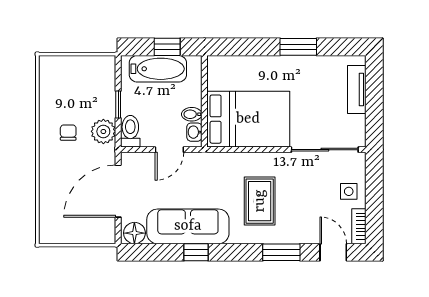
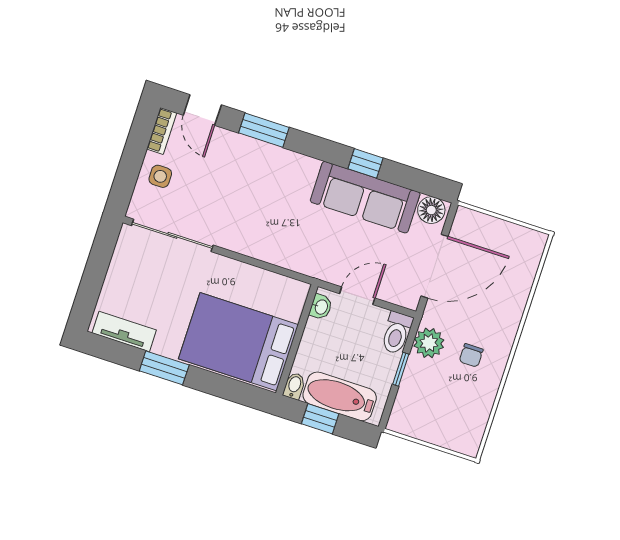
tv unit: (357, 90) -> (124, 332), moved, turned -90
bidet: (192, 114) -> (294, 386), moved, turned -90
bed: (248, 119) -> (238, 342), moved
rug: (260, 201) -> (270, 199), removed

